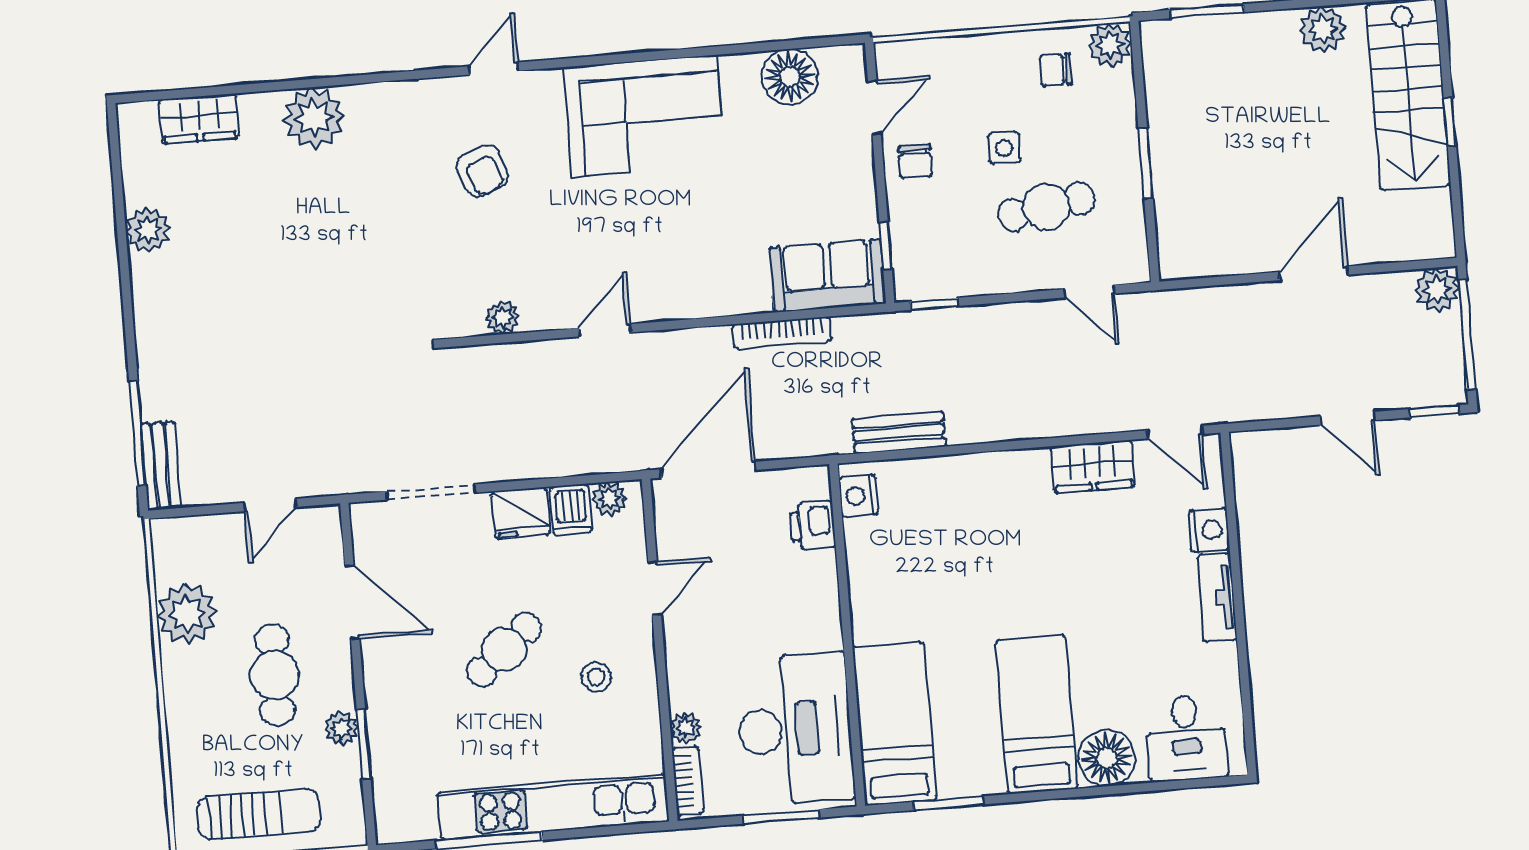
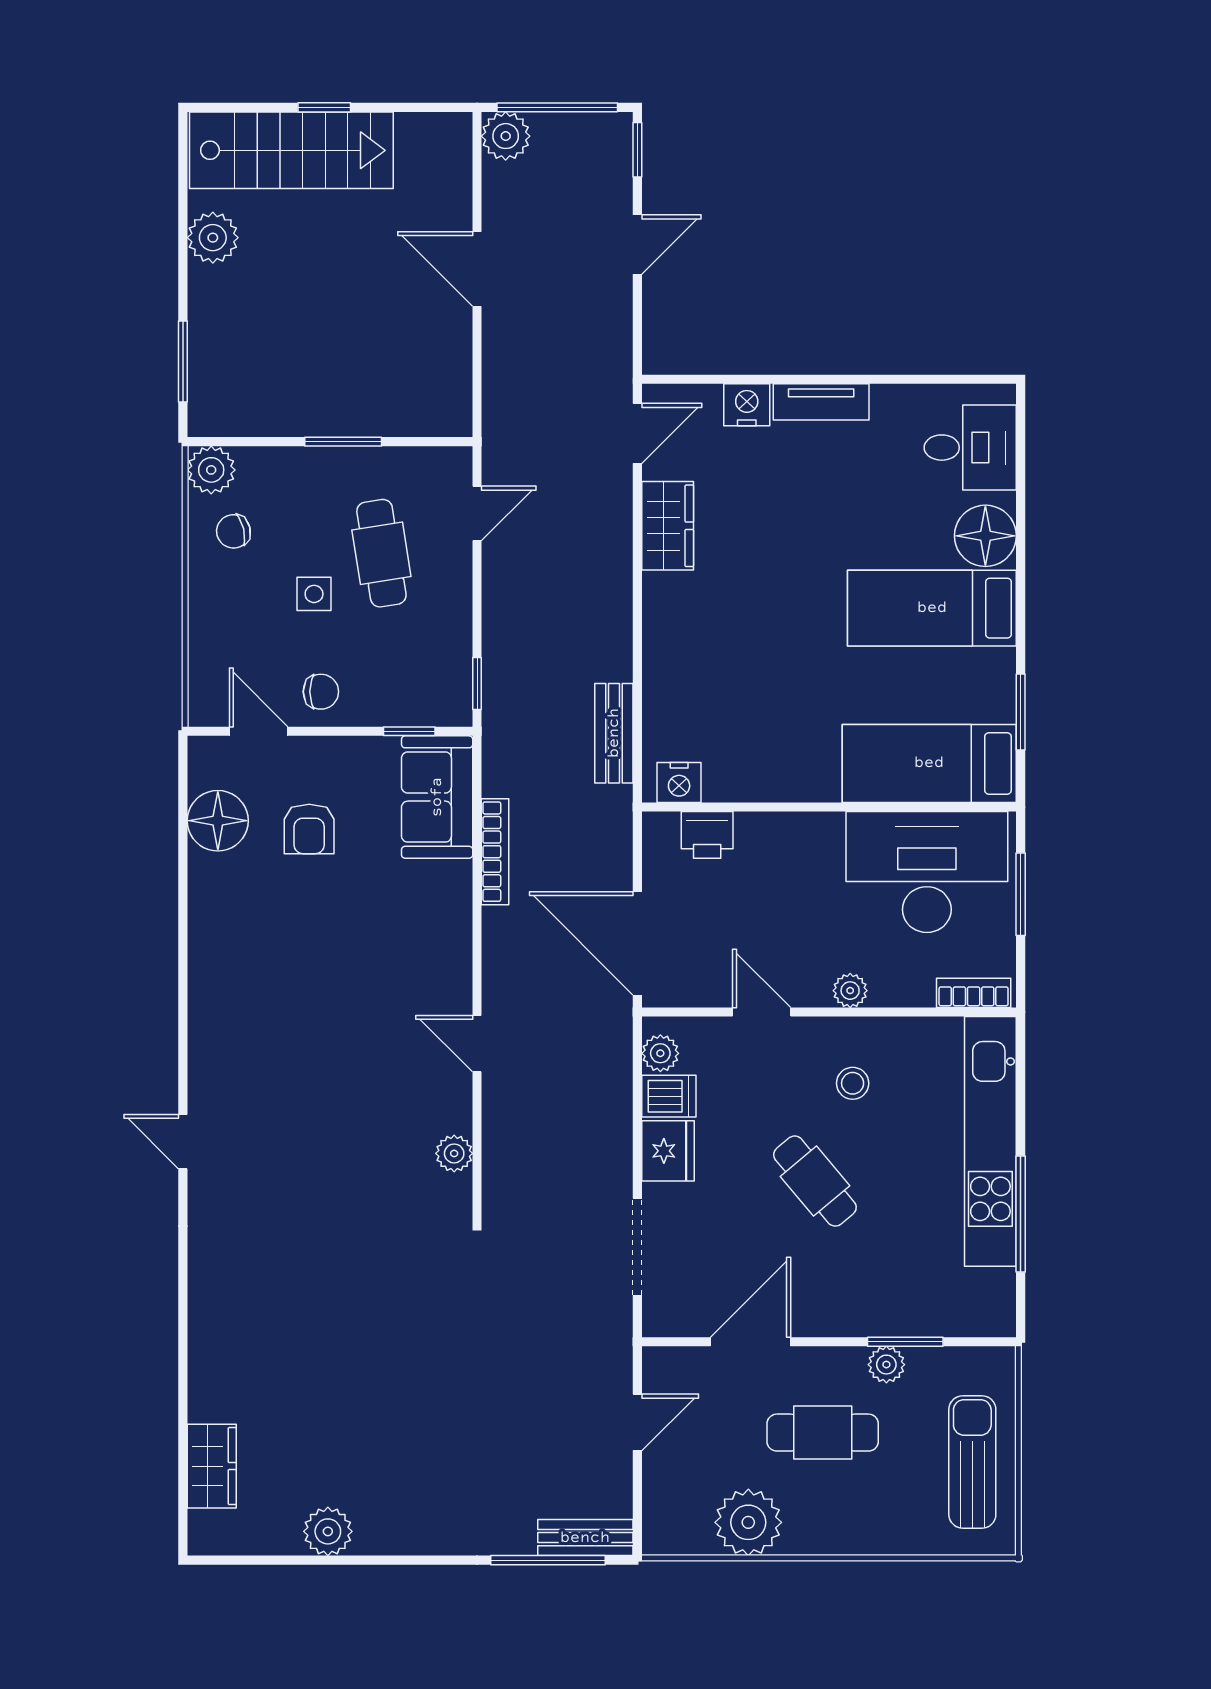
chair: (1055, 70) -> (233, 531), turned 76
corner sofa: (644, 116) -> (248, 982), removed
plant: (314, 118) -> (221, 1341), removed
armchair: (483, 171) -> (309, 829), moved, turned 111
door: (270, 505) -> (637, 1422), hinge flipped
plant: (686, 728) -> (850, 991), moved

